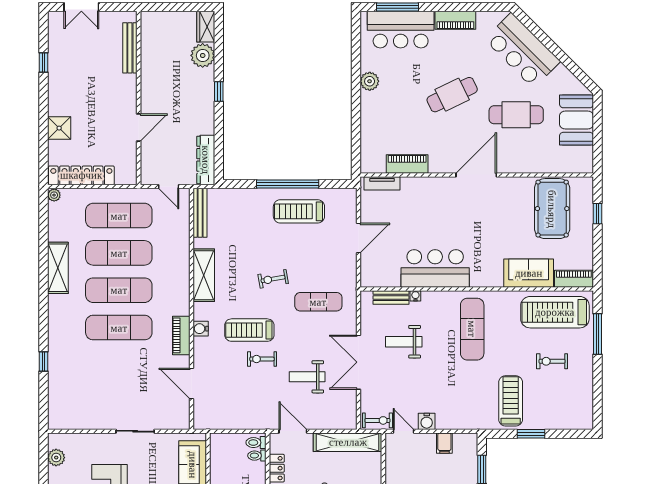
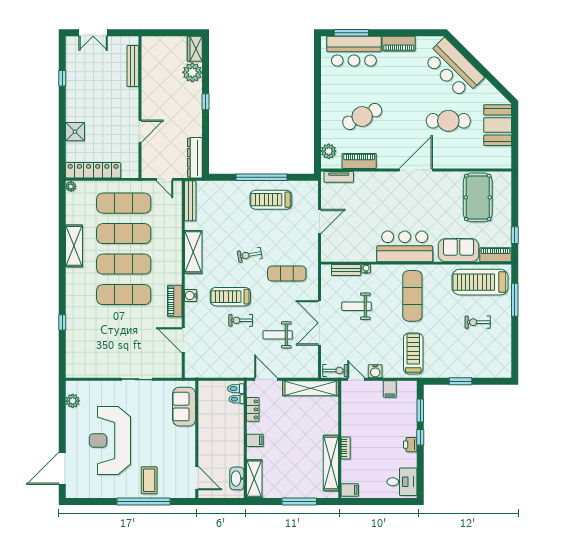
plant: (370, 81) -> (329, 151), moved
cafe table: (452, 95) -> (362, 116), moved
window: (597, 214) -> (515, 235), moved
bar counter: (435, 268) -> (405, 246), moved
treadmill: (511, 401) -> (413, 353), moved

